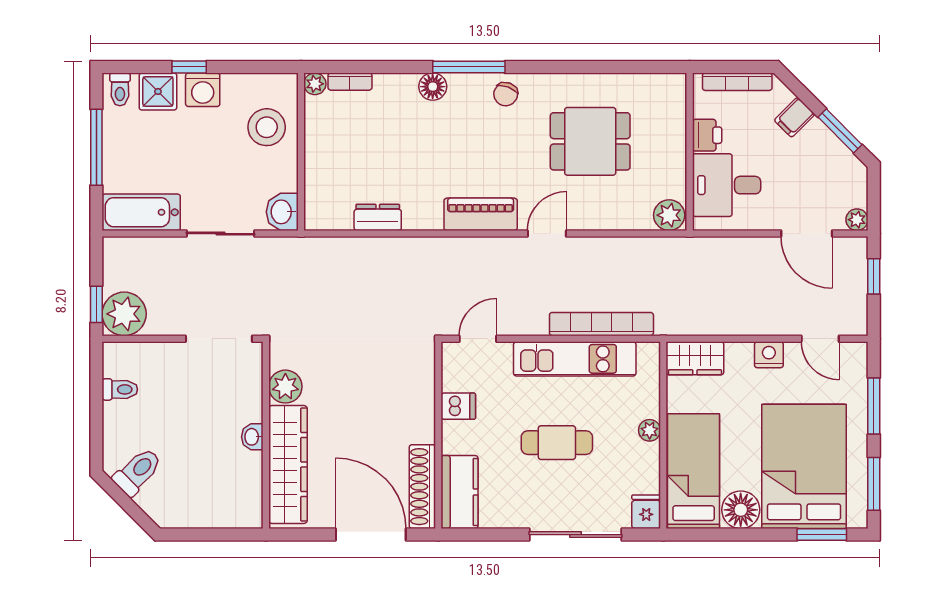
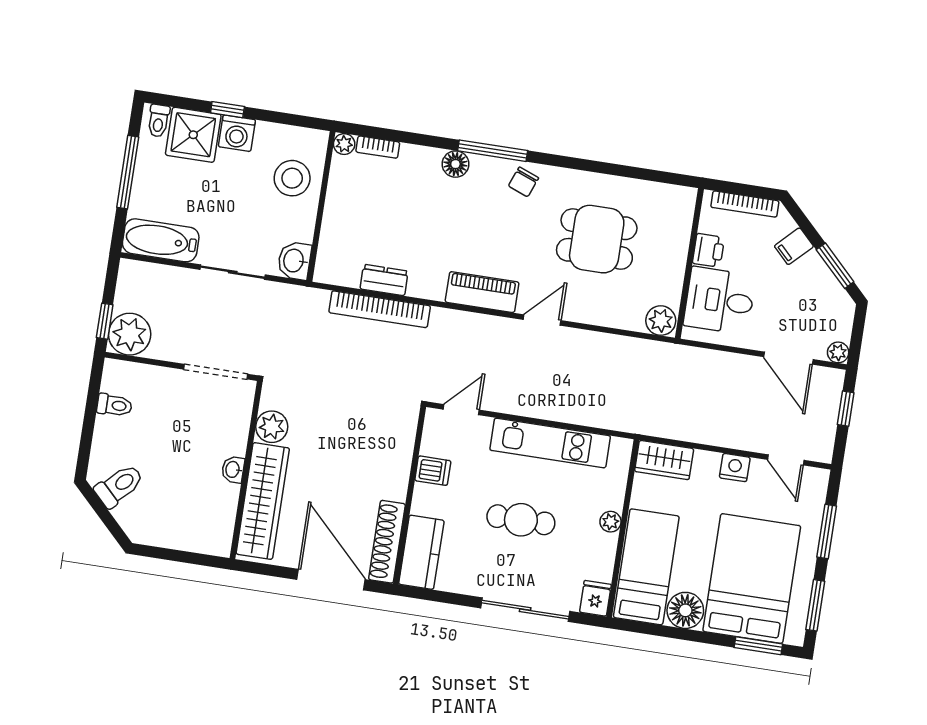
shower: (158, 91) -> (193, 135), width x1.36, depth x1.36
bookcase: (601, 324) -> (380, 309), moved, turned 180

